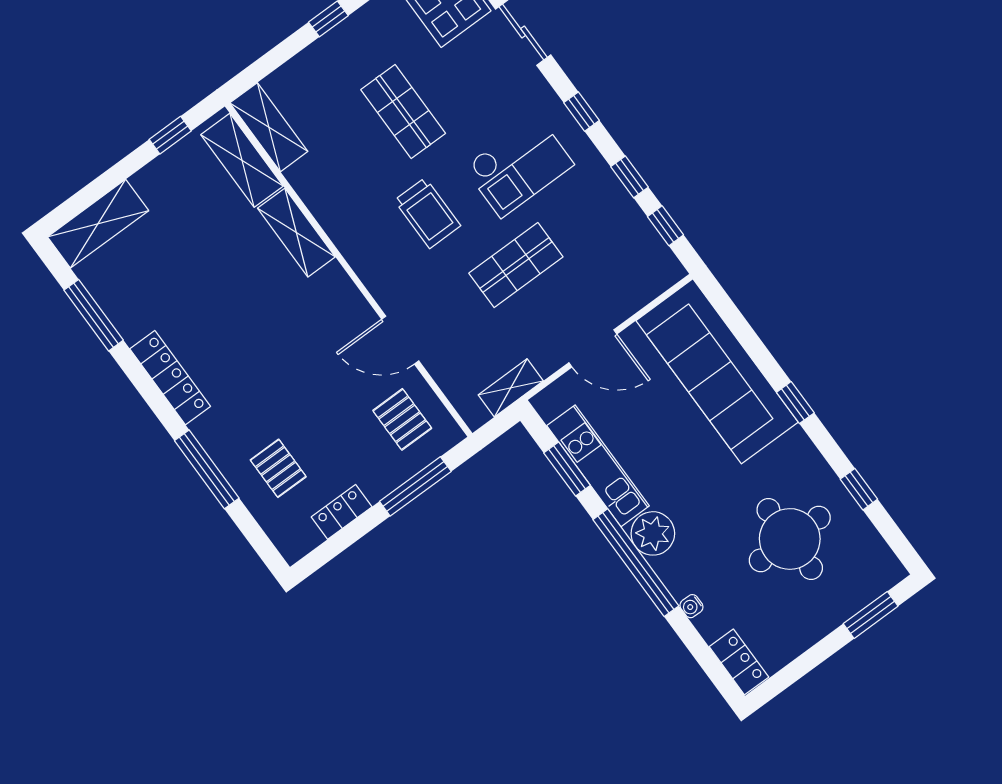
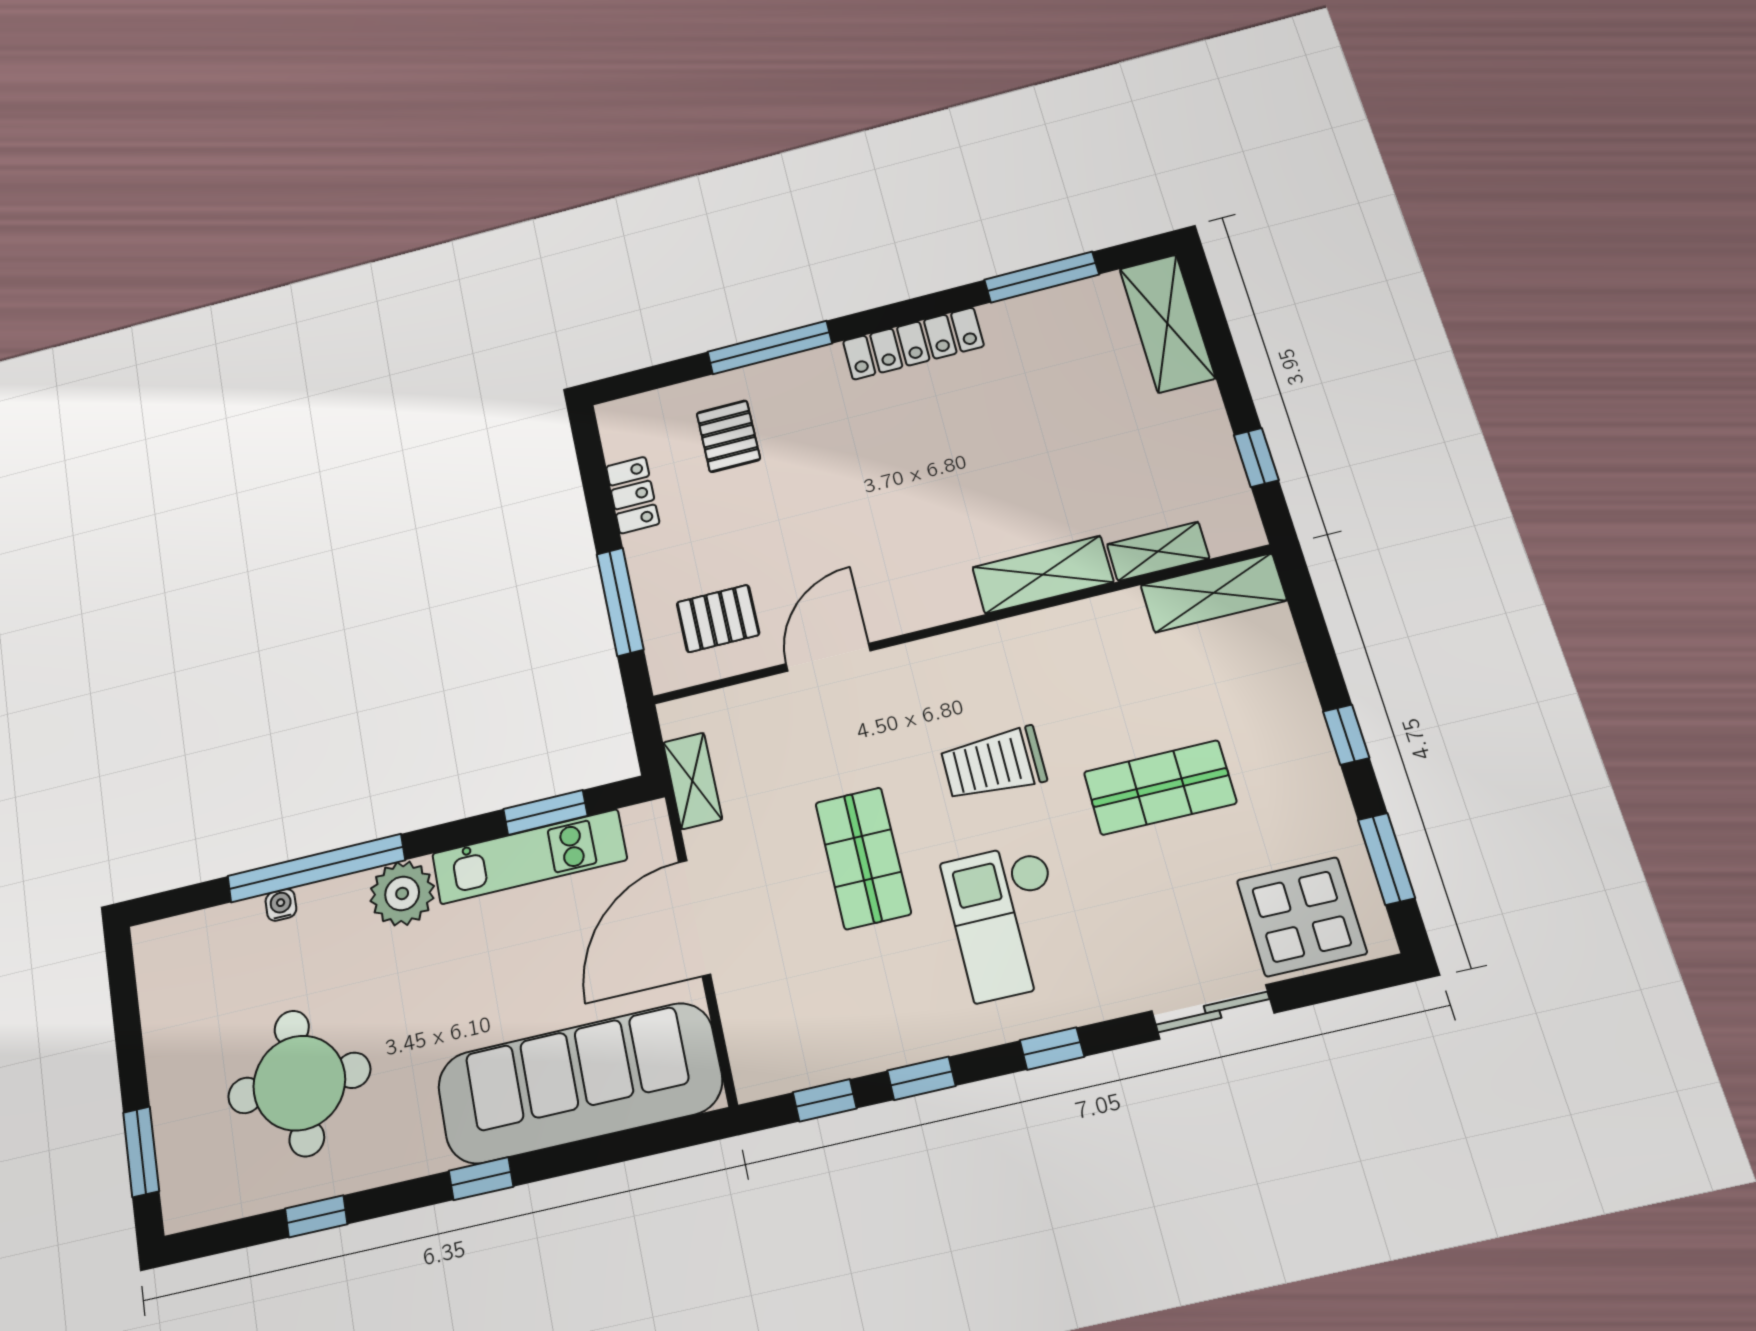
shelving: (242, 160) -> (1158, 551), width x0.67, depth x0.75
door: (593, 348) -> (694, 918), width x1.36
pallet: (278, 468) -> (728, 436), turned 90
window: (636, 563) -> (316, 868), moved
locker: (739, 662) -> (177, 938), removed

